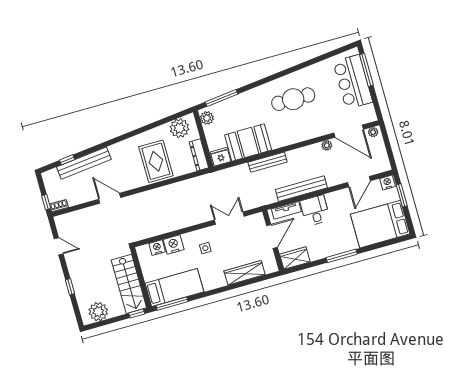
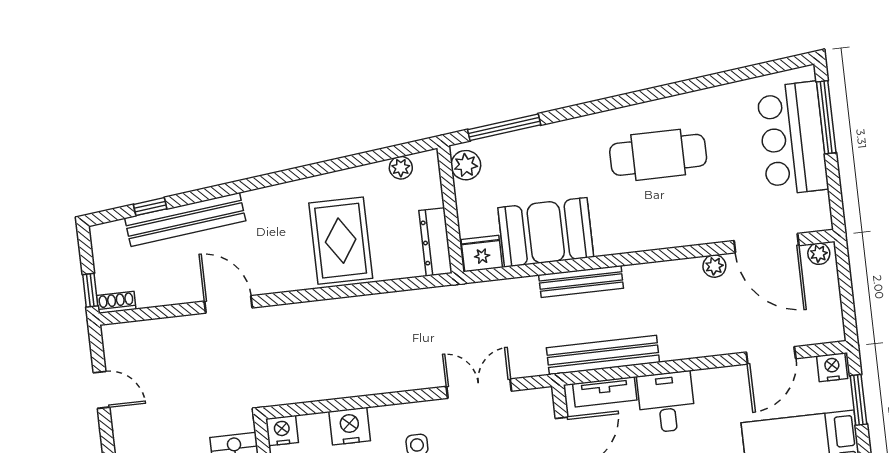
plant: (179, 128) -> (401, 168), width x0.53, depth x0.53
bench: (301, 189) -> (603, 355), moved
nightstand: (157, 248) -> (282, 431), moved

